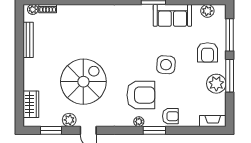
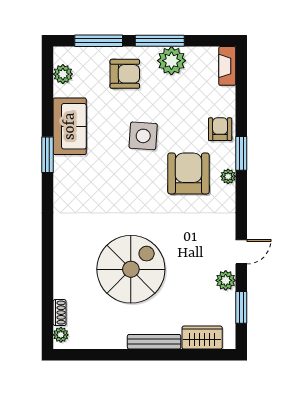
bench: (28, 40) -> (154, 342), moved
spiral stairs: (83, 82) -> (131, 269), moved, turned 90

